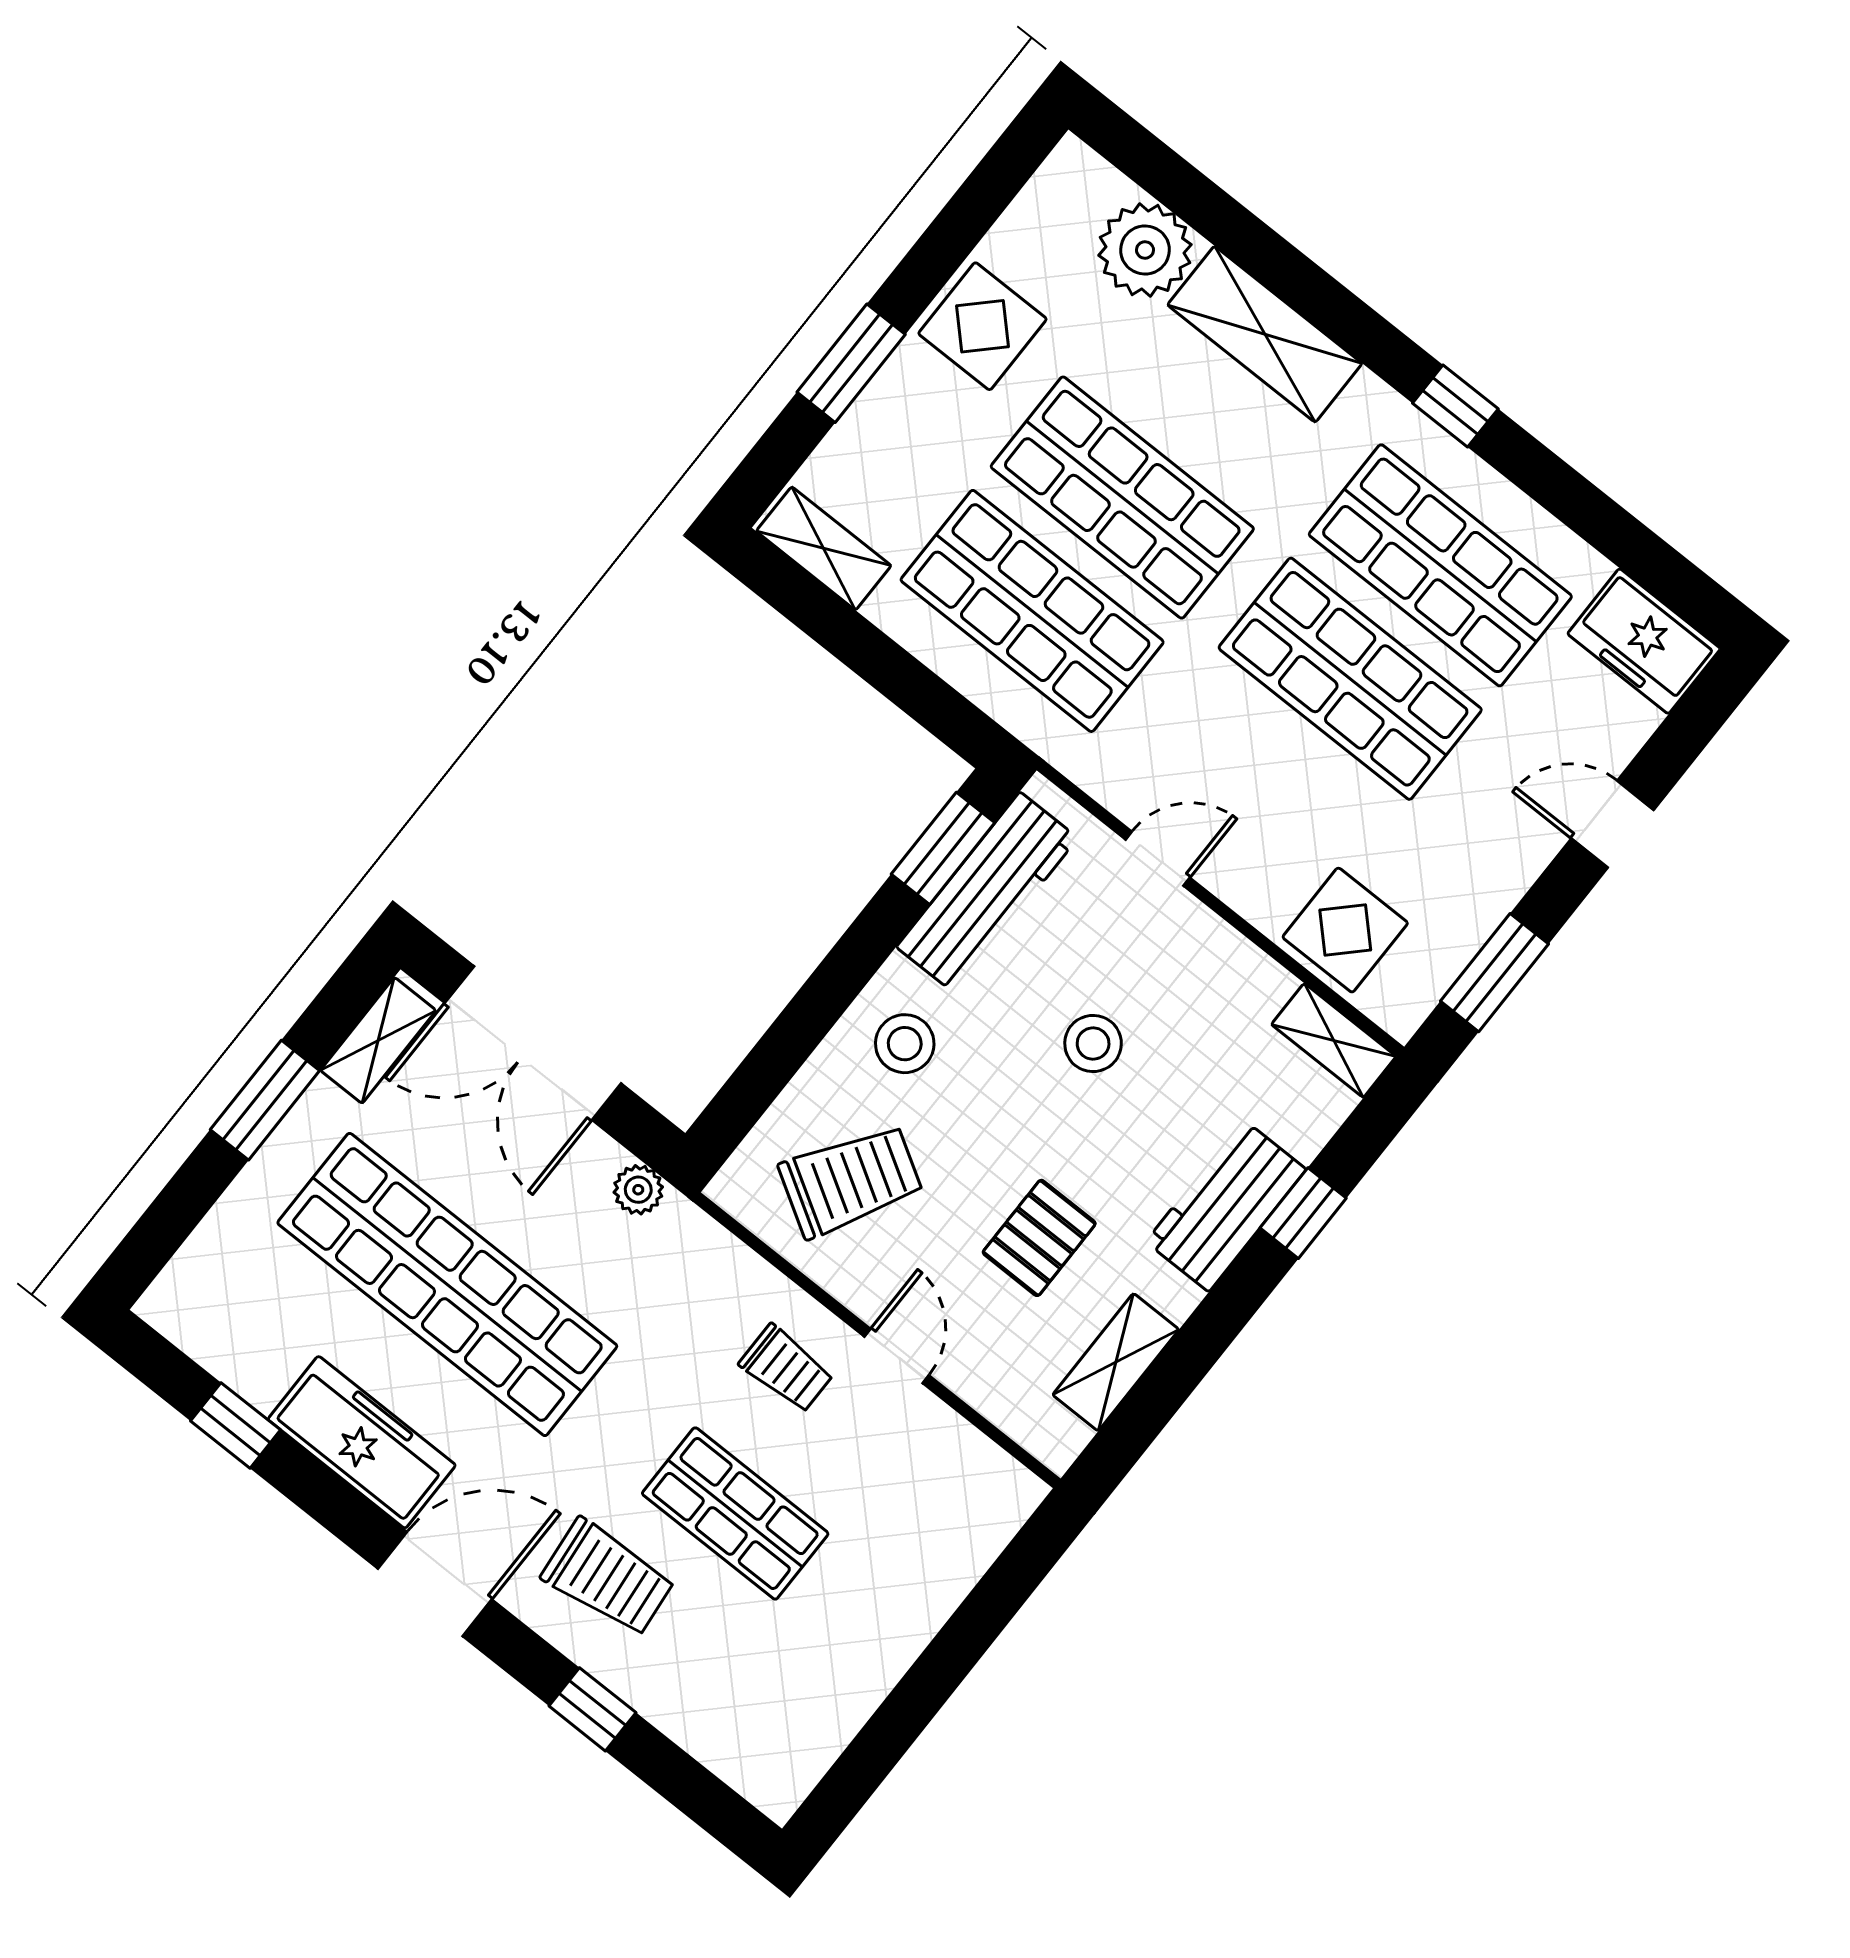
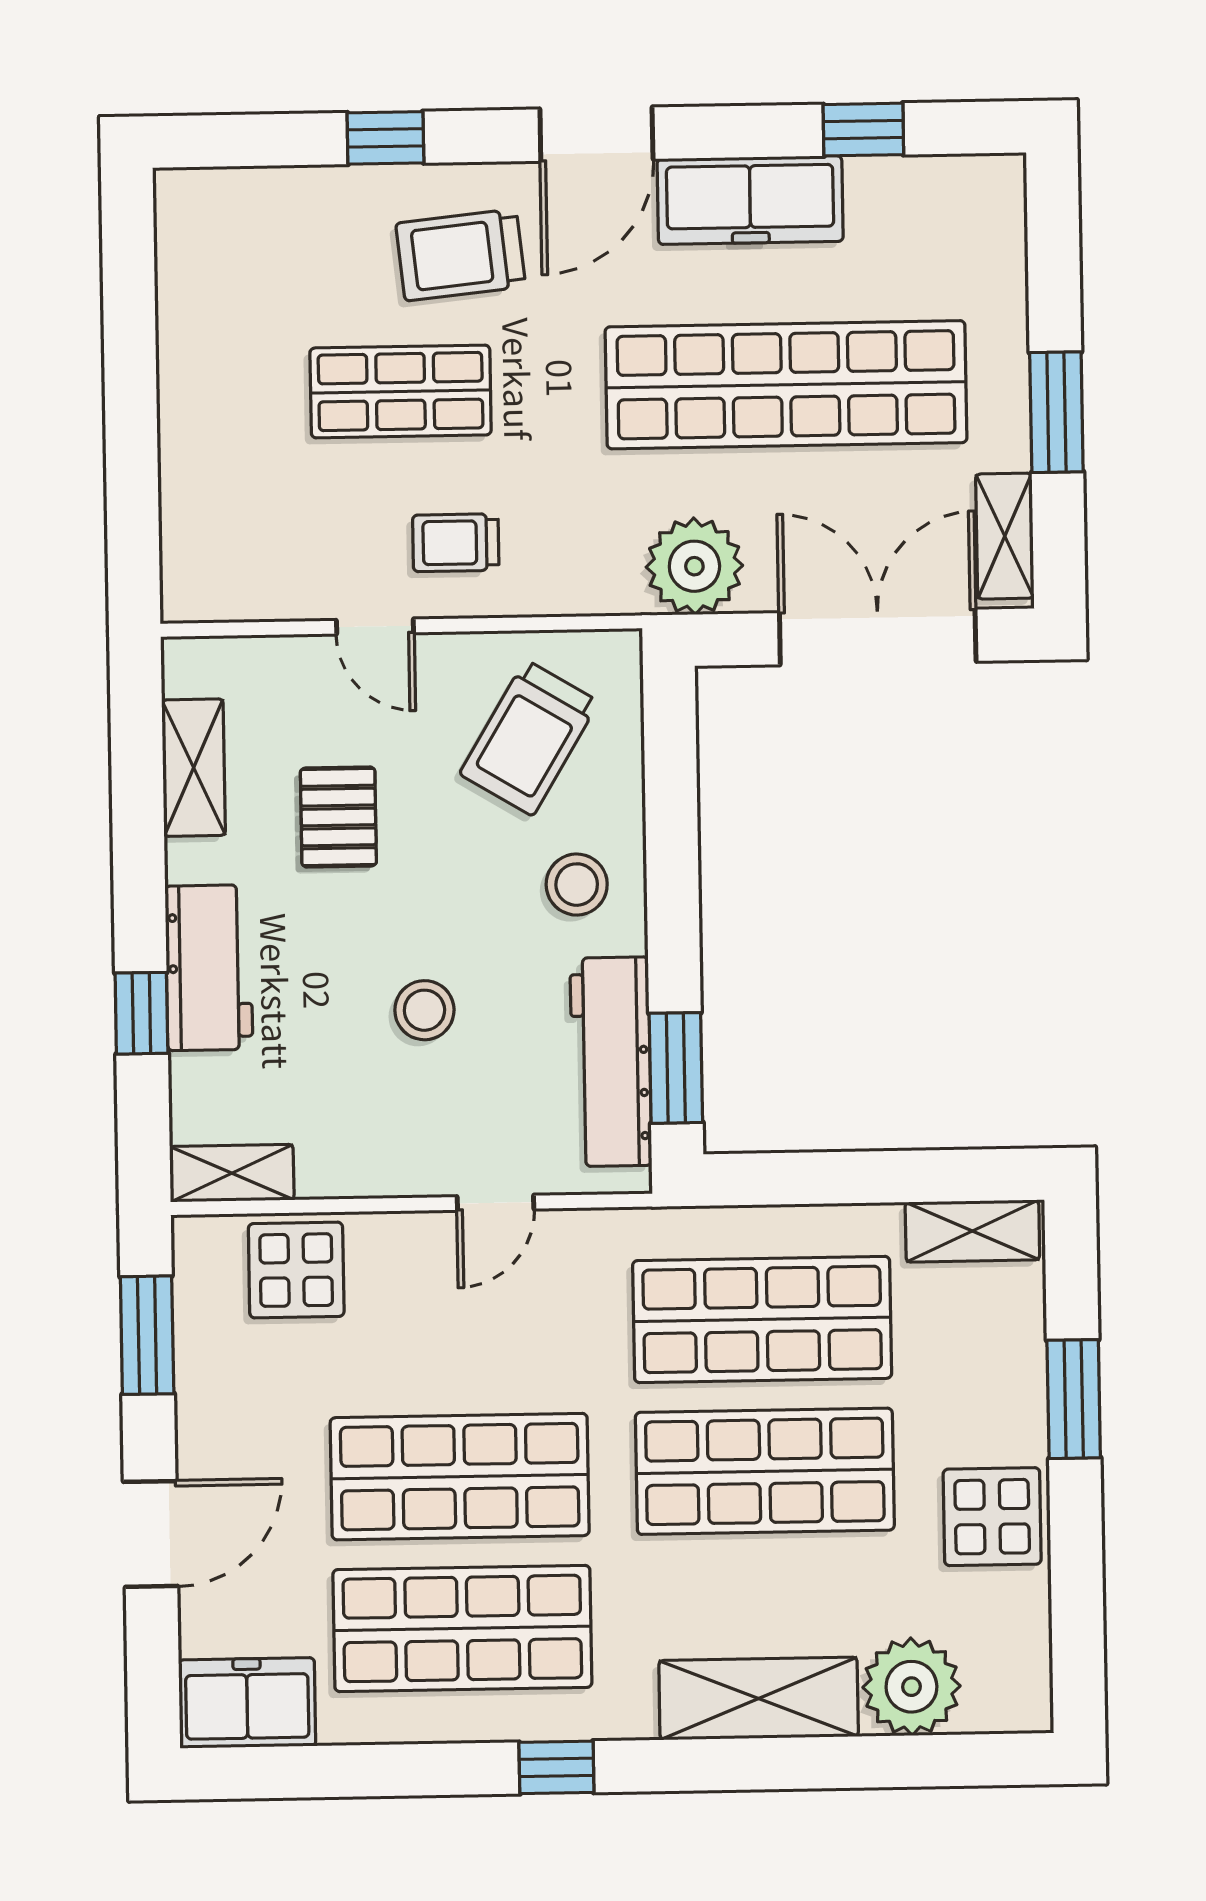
door: (1613, 824) -> (151, 1534), width x1.38
plant: (638, 1190) -> (694, 566), width x1.88, depth x1.88

